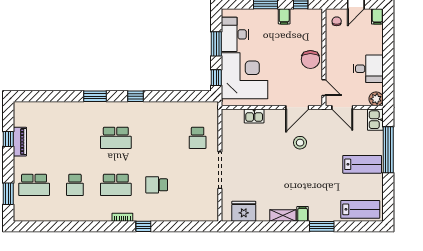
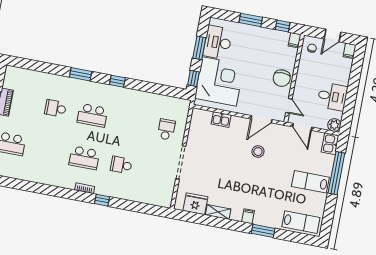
filing cabinet: (284, 16) -> (295, 40), moved
school desk: (198, 138) -> (166, 129), turned 180
lab bench: (362, 164) -> (310, 182), turned 180
school desk: (75, 185) -> (55, 108), moved, turned 90
shelving: (283, 215) -> (218, 212), moved

